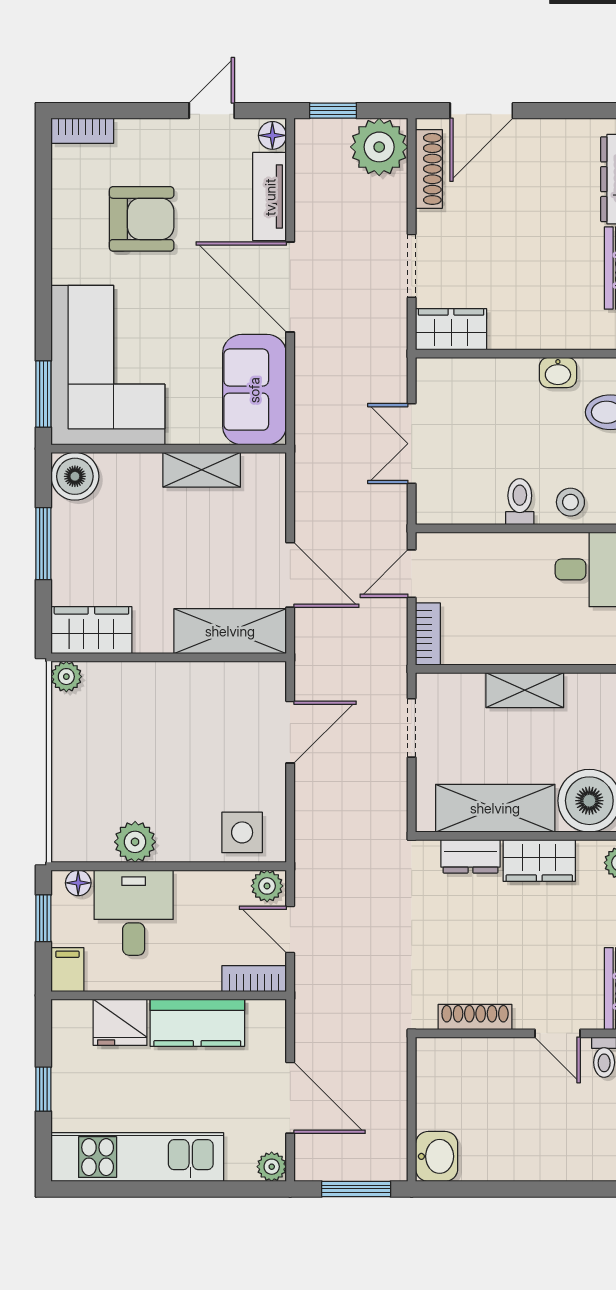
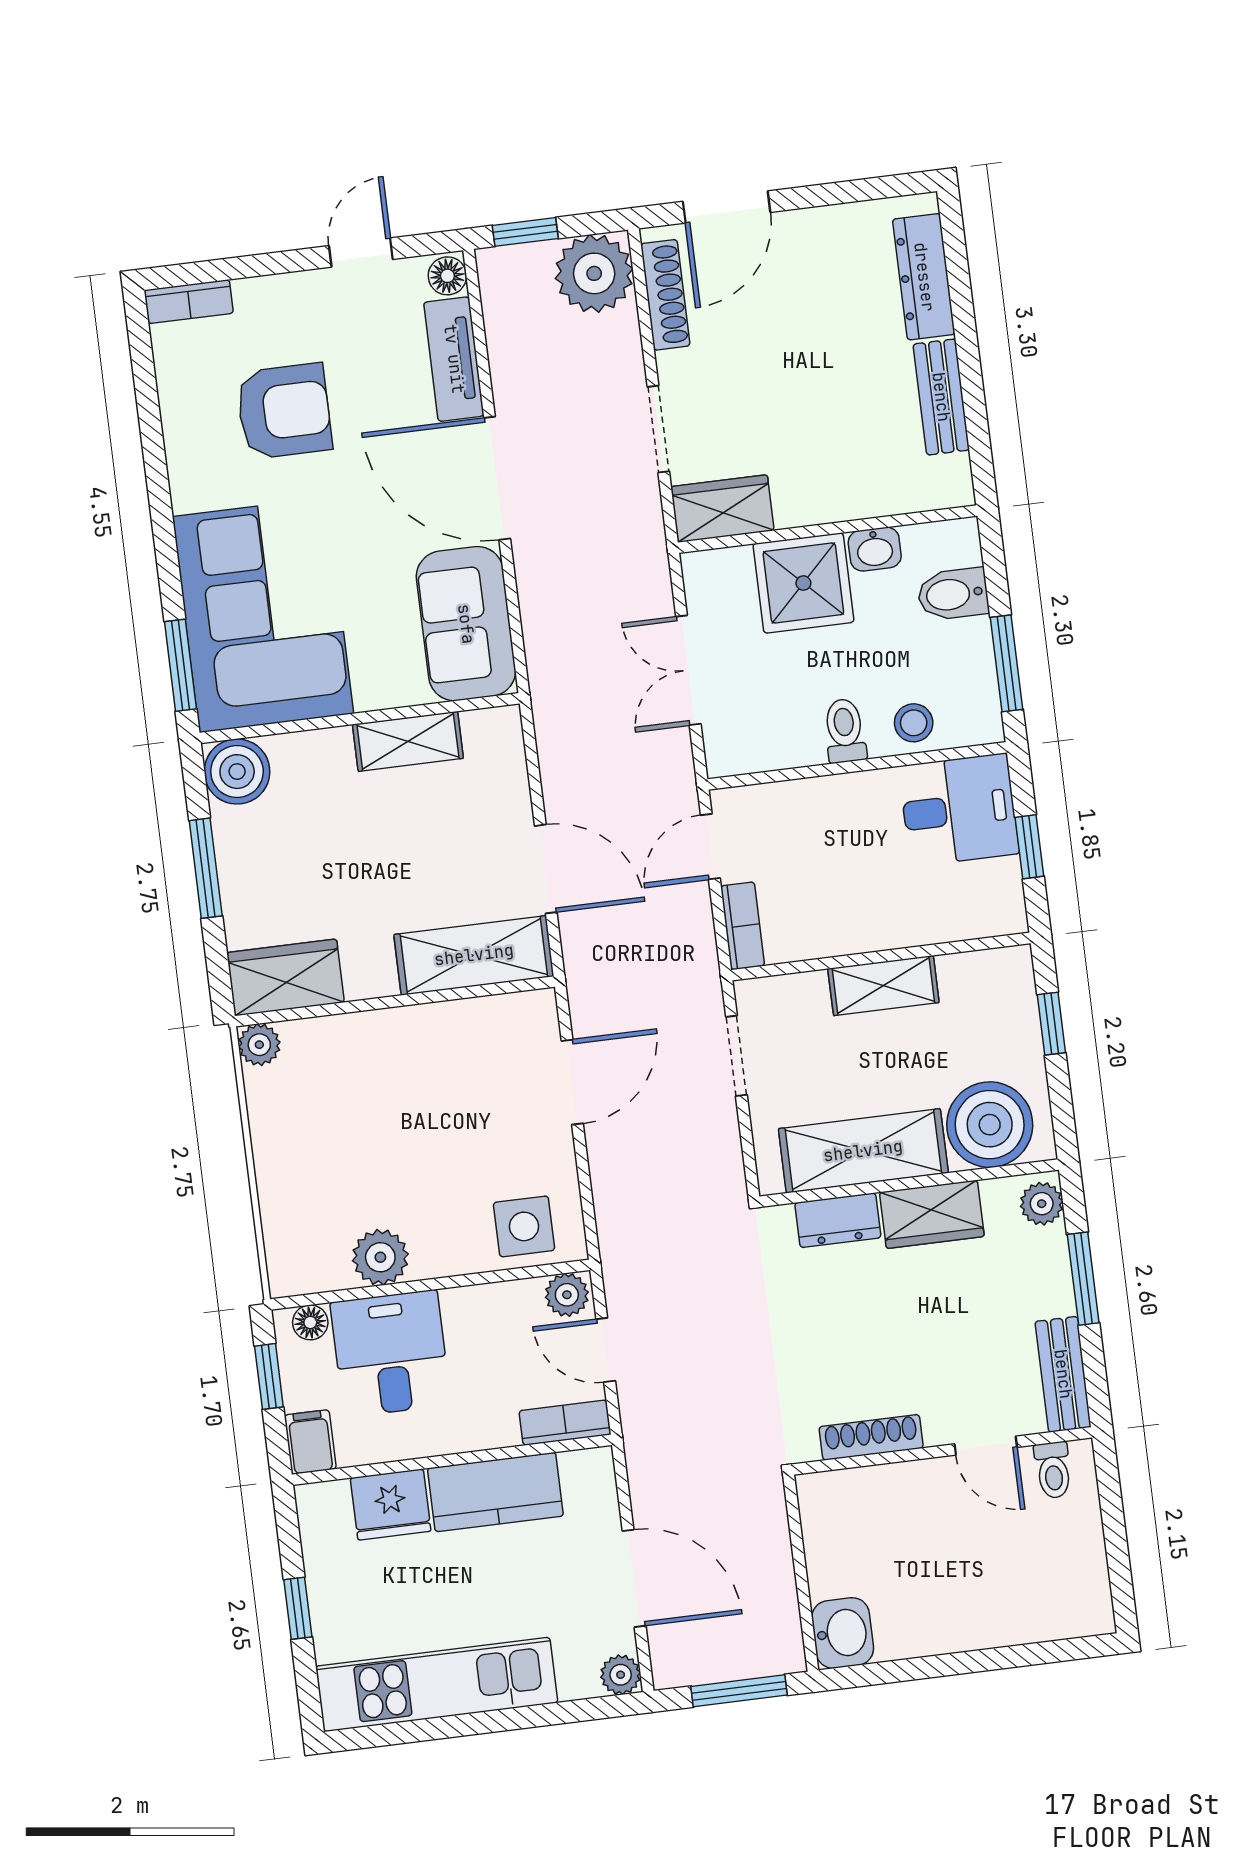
shower: (503, 391) -> (803, 583), added

